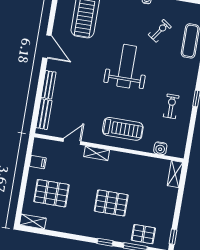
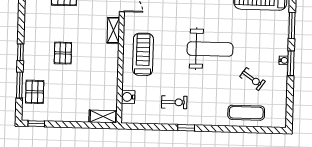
treadmill: (123, 129) -> (143, 54), turned 180
pallet: (111, 203) -> (63, 53), width x0.67, depth x0.71

